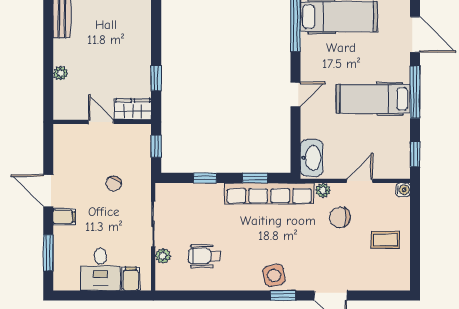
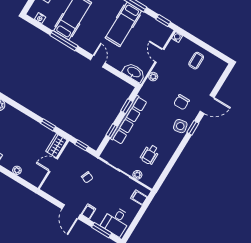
door: (48, 191) -> (71, 212), hinge flipped
row of seats: (269, 193) -> (129, 120), moved
chair: (340, 217) -> (182, 102), moved
desk: (100, 269) -> (116, 221), moved, turned 90

